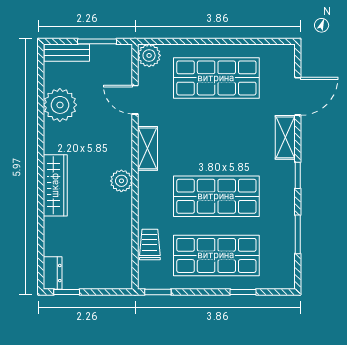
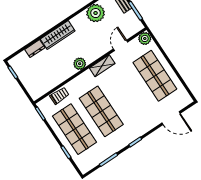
shelving: (285, 137) -> (149, 125), removed
dresser: (53, 273) -> (35, 49), moved

